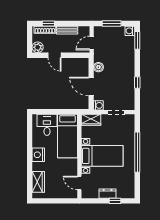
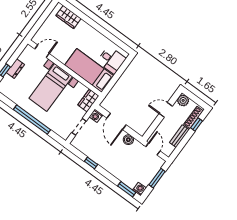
door: (91, 87) -> (116, 121), swing flipped
nightstand: (38, 155) -> (92, 34), removed

